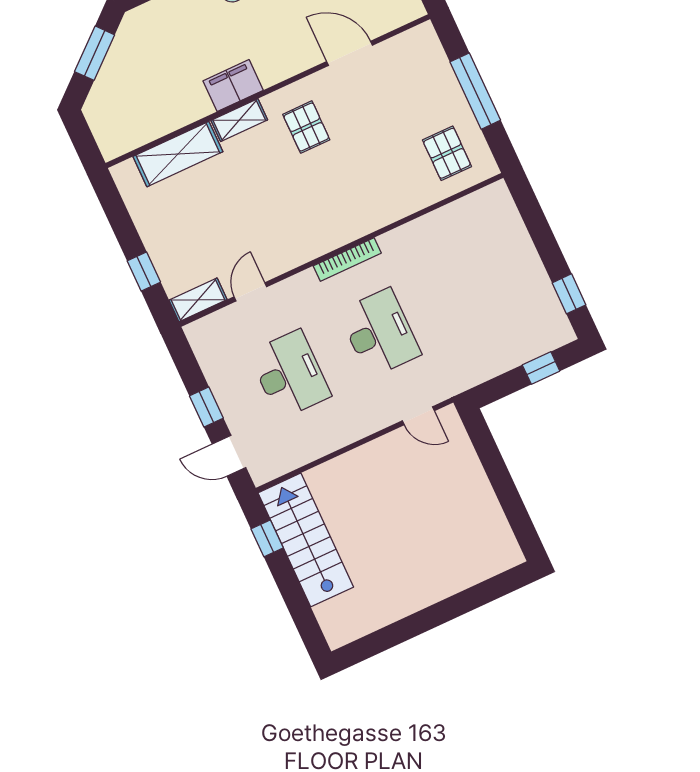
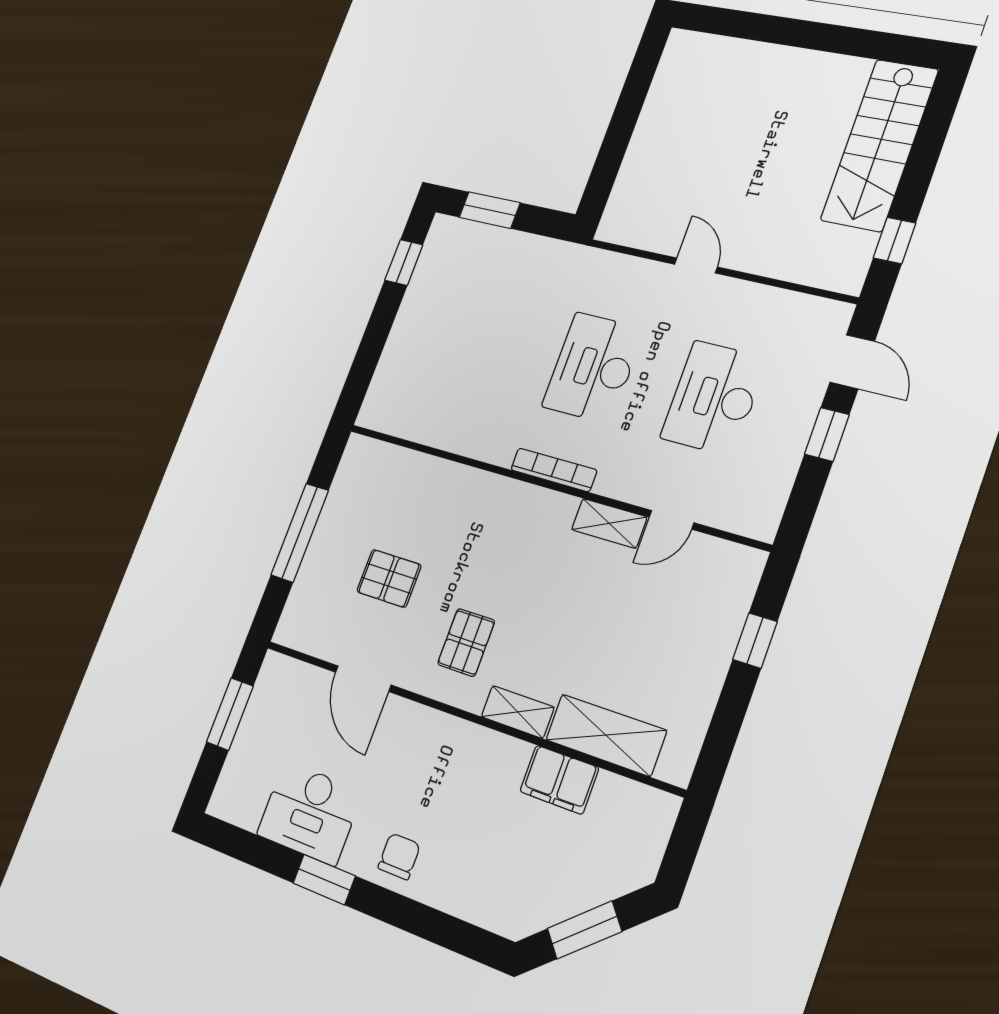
filing cabinet: (233, 86) -> (559, 780), moved
pallet: (447, 153) -> (389, 578), moved, turned 90
shelving: (198, 300) -> (609, 523), moved
window: (541, 368) -> (490, 210), width x1.50
door: (418, 416) -> (696, 266), moved
stairs: (306, 540) -> (879, 145), moved

